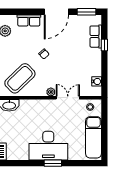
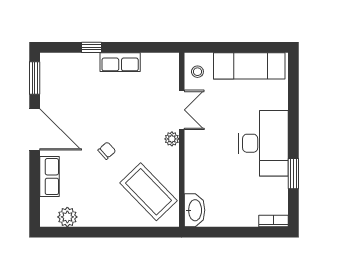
row of seats: (96, 37) -> (120, 62), moved
water cooler: (97, 81) -> (154, 61), removed
double door: (68, 98) -> (182, 110), swing flipped
window: (53, 163) -> (293, 174), moved

